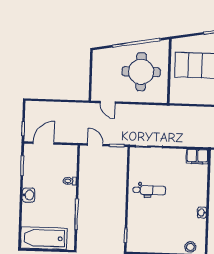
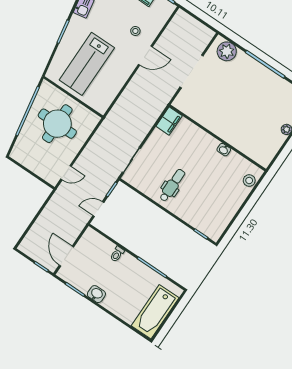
washbasin: (29, 195) -> (96, 294), moved

